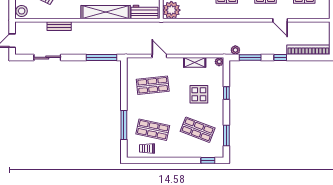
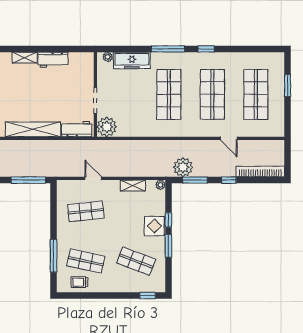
plant: (235, 50) -> (183, 167), width x1.88, depth x1.88
display table: (199, 94) -> (154, 226), moved
window: (226, 136) -> (168, 246), moved

